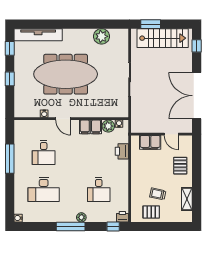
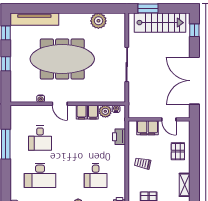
trolley: (158, 194) -> (143, 163), moved

